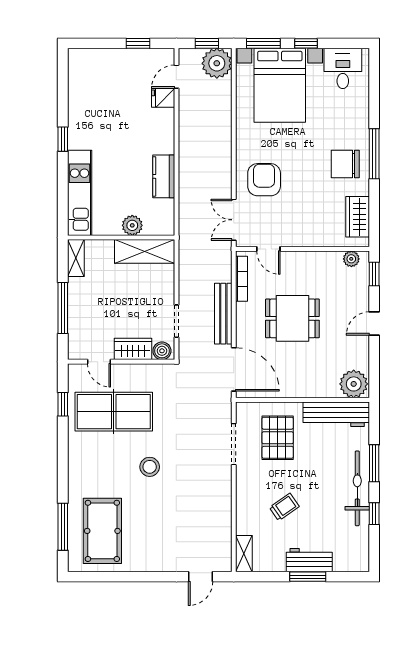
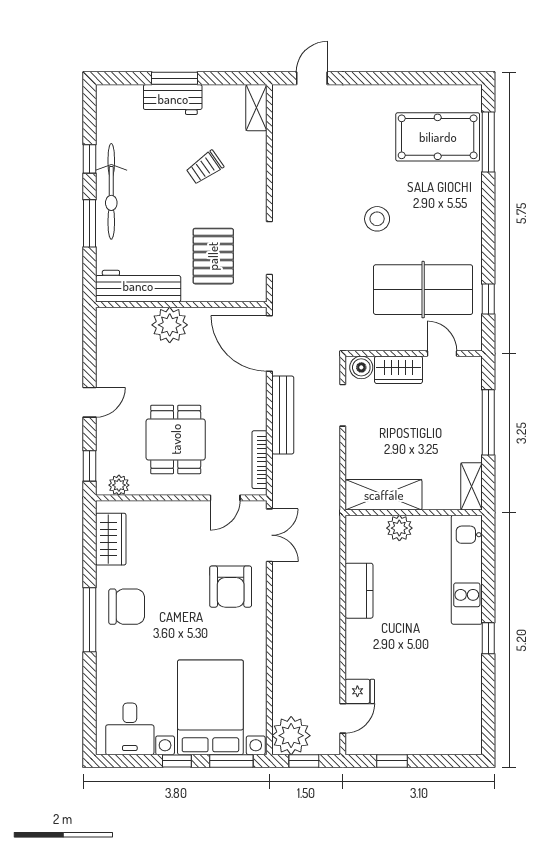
door: (268, 249) -> (225, 498), swing flipped
dining table: (292, 318) -> (176, 439), moved, turned 90
plant: (354, 384) -> (170, 325), moved
pool table: (102, 531) -> (438, 137), turned 90

